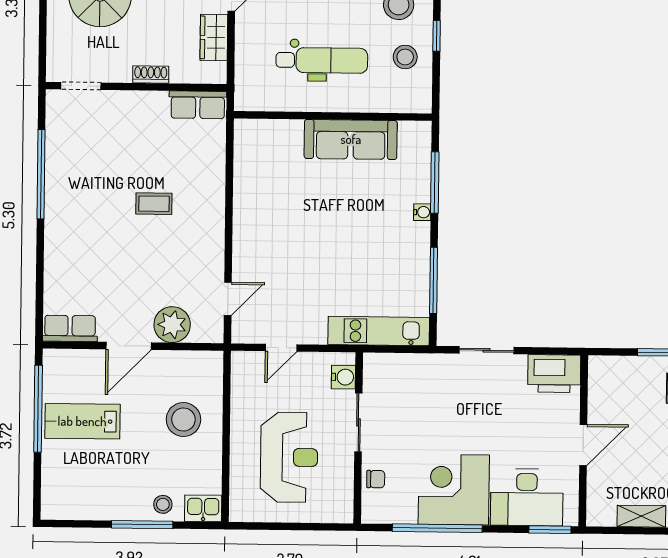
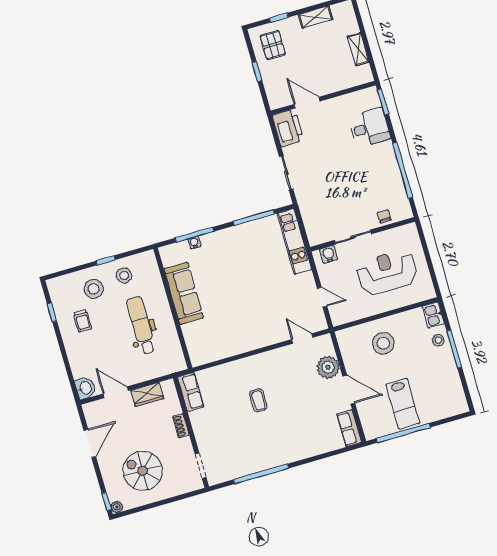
water cooler: (422, 212) -> (194, 243), moved
door: (583, 445) -> (307, 103), moved
corner desk: (454, 490) -> (376, 167), removed
desk: (527, 497) -> (369, 128), width x0.73

